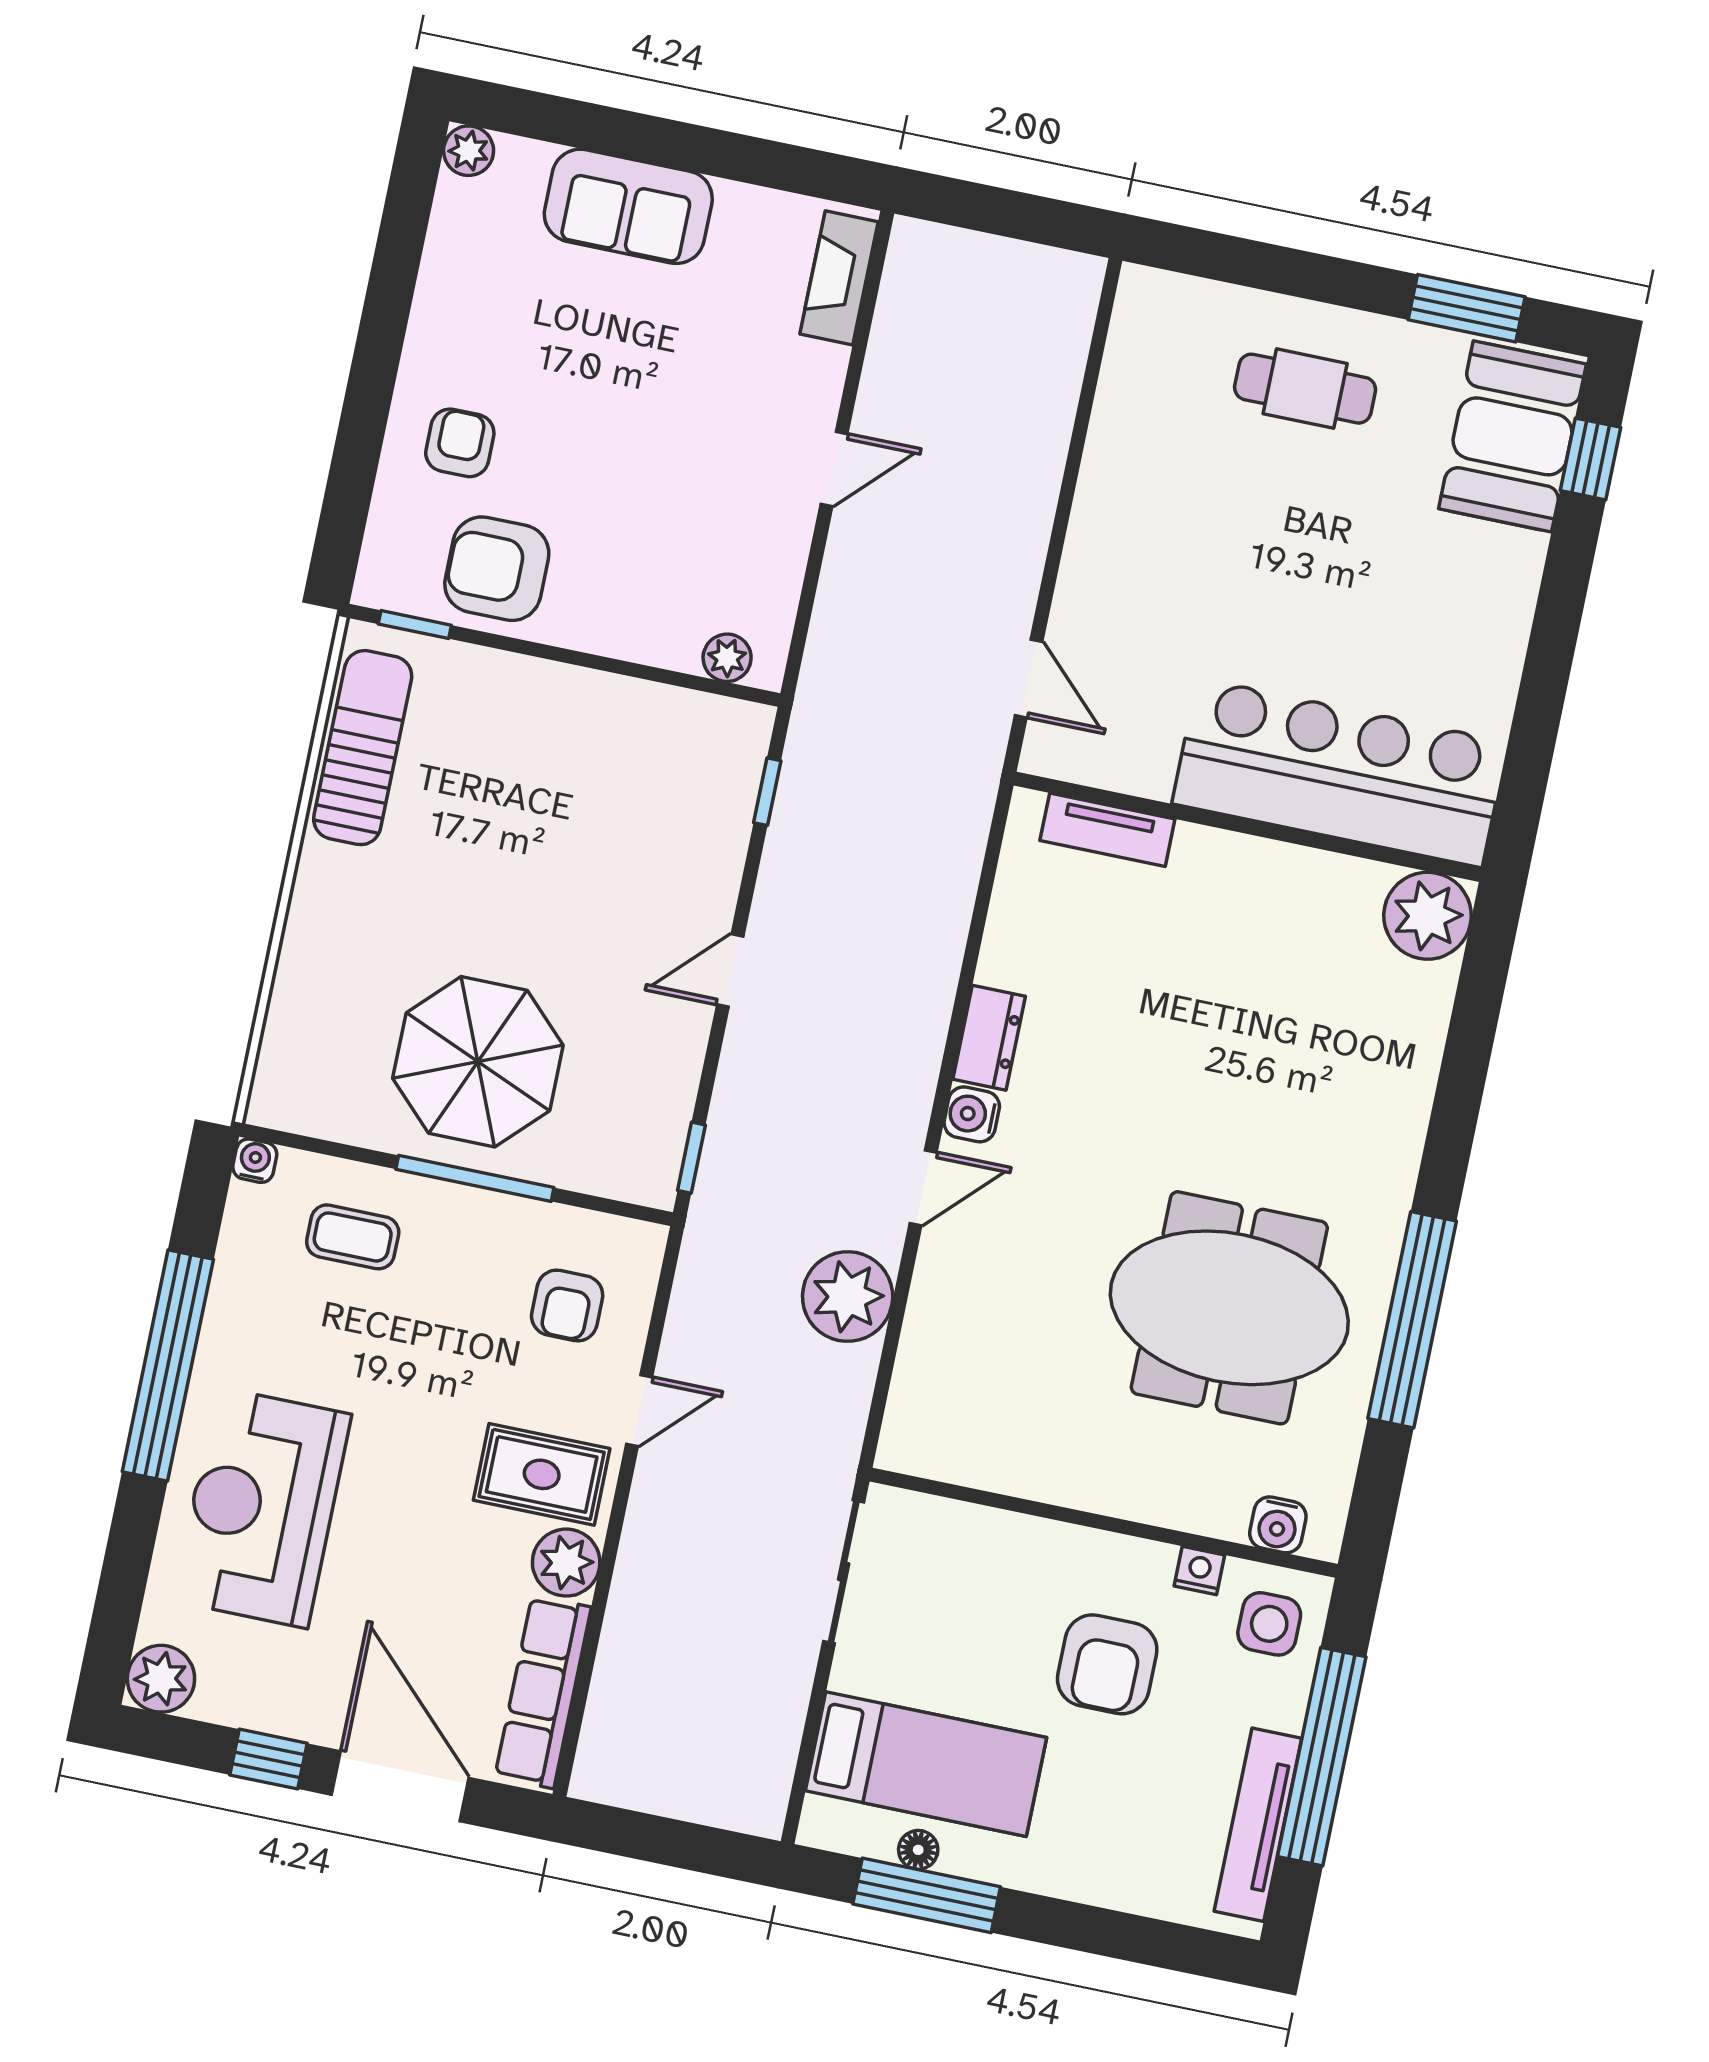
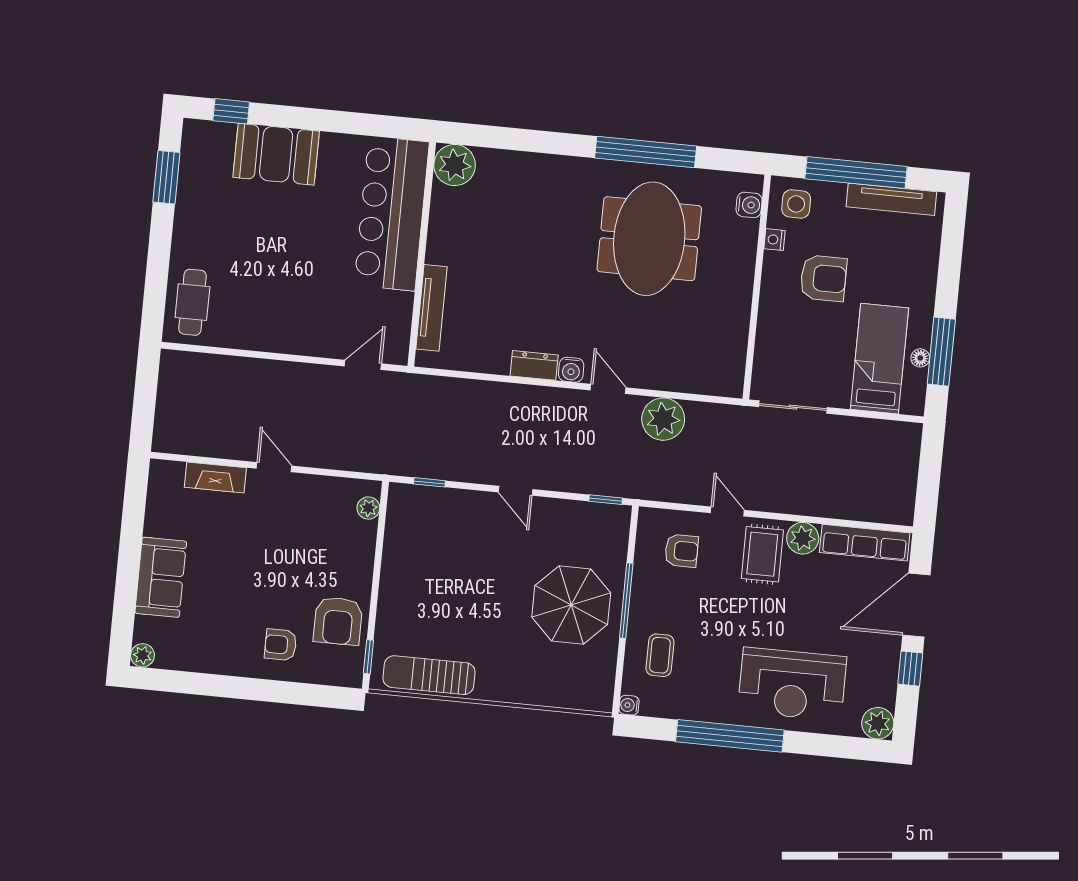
fireplace: (839, 278) -> (215, 477), moved
cafe table: (1305, 389) -> (192, 302), moved
booth: (1512, 436) -> (276, 154), moved
tv unit: (1107, 830) -> (431, 308), width x1.41

